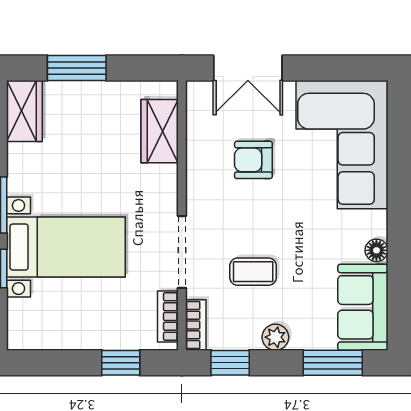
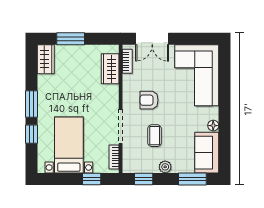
armchair: (253, 160) -> (149, 100), moved
bed with nightstands: (66, 247) -> (69, 145), moved, turned -90
coffee table: (253, 272) -> (155, 136), turned 90
bookcase: (196, 325) -> (127, 61), moved

